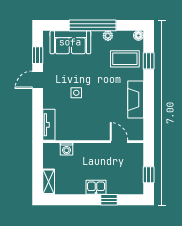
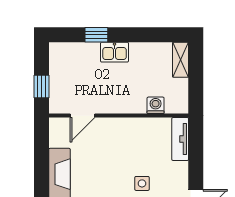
door: (119, 142) -> (82, 116), hinge flipped
window: (149, 175) -> (41, 87), moved

